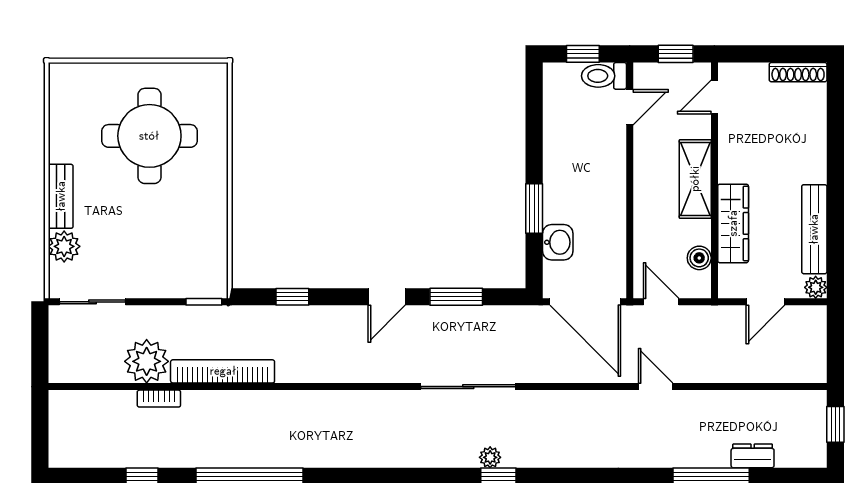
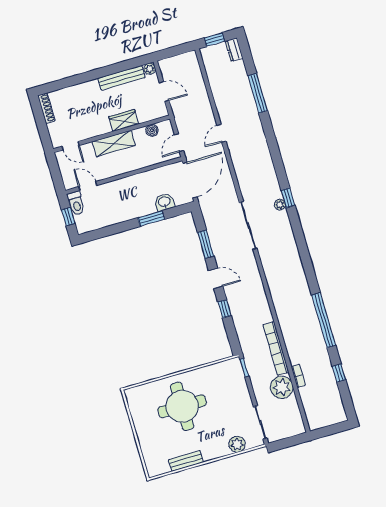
window: (676, 54) -> (55, 171), removed
round table: (149, 136) -> (182, 406), moved
bench: (61, 196) -> (186, 461), moved
wardrobe: (733, 223) -> (124, 120), width x0.67
window: (292, 297) -> (224, 309), moved
dresser: (753, 456) -> (234, 50), moved

